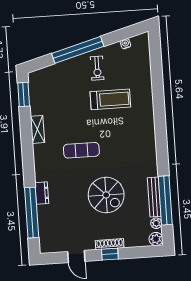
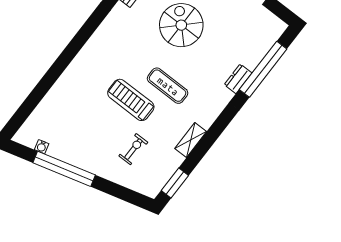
window: (78, 50) -> (64, 169), moved
exercise bike: (97, 68) -> (133, 149), moved
treadmill: (110, 99) -> (131, 100), moved

